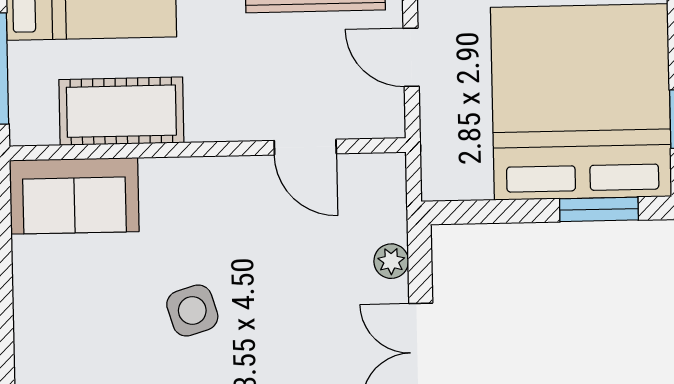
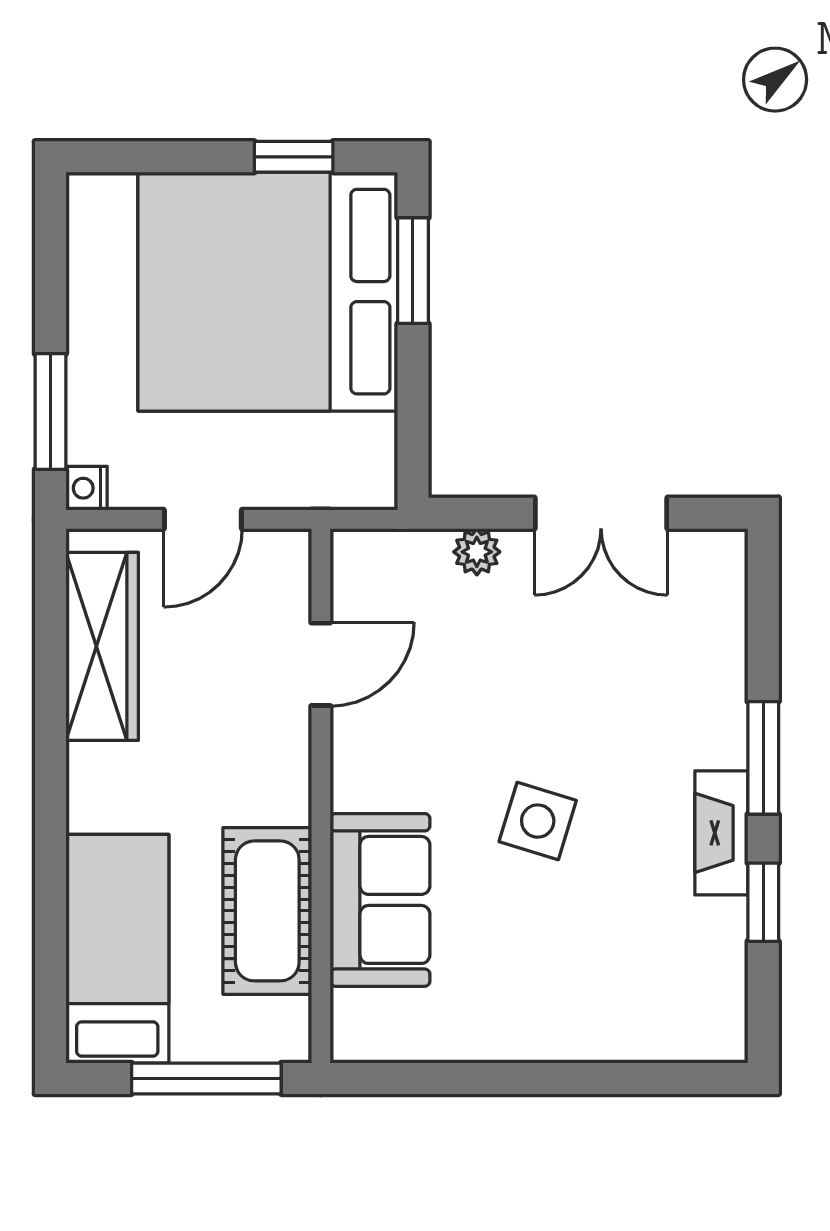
sofa: (74, 196) -> (380, 900), moved
side table: (192, 311) -> (538, 821), turned 34

